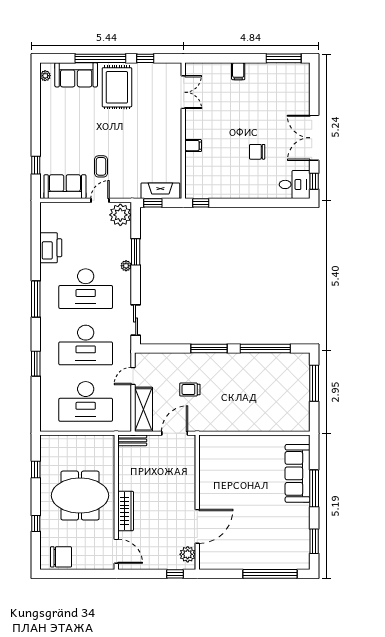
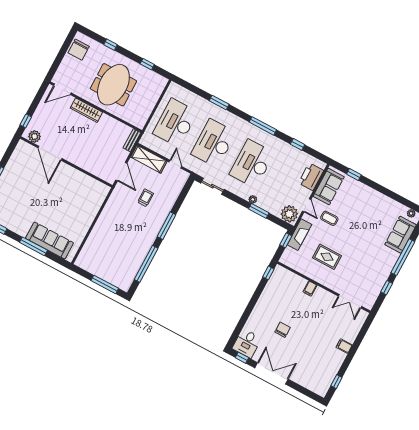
window: (284, 58) -> (336, 382), width x0.46
rug: (117, 87) -> (327, 257), moved, width x0.73, depth x0.70
fireplace: (160, 191) -> (299, 235), moved
window: (36, 248) -> (298, 144), added
printer: (51, 248) -> (311, 177), moved, turned 90

